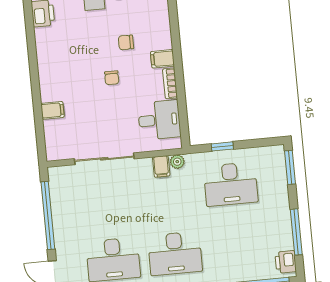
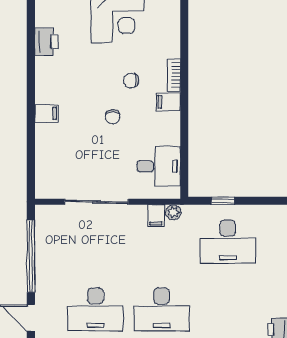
bookcase: (170, 83) -> (174, 75), moved
filing cabinet: (53, 110) -> (46, 113), moved

